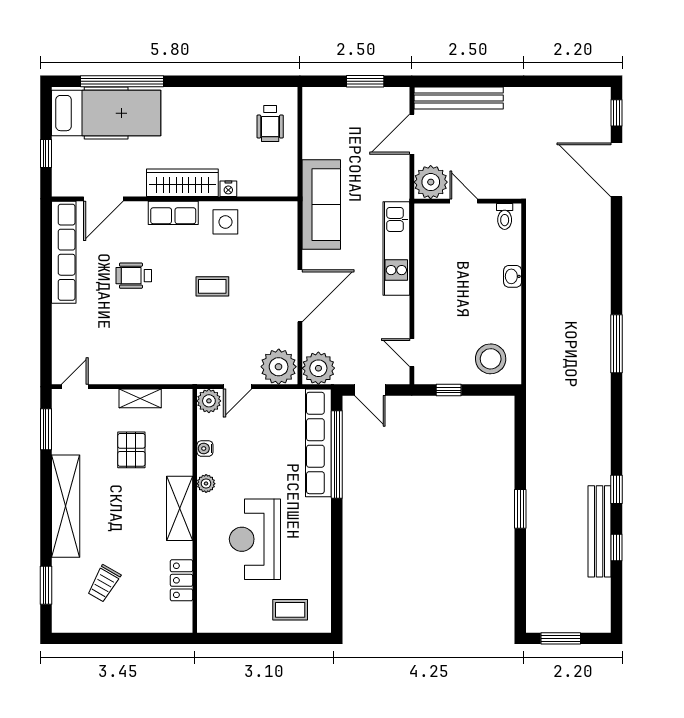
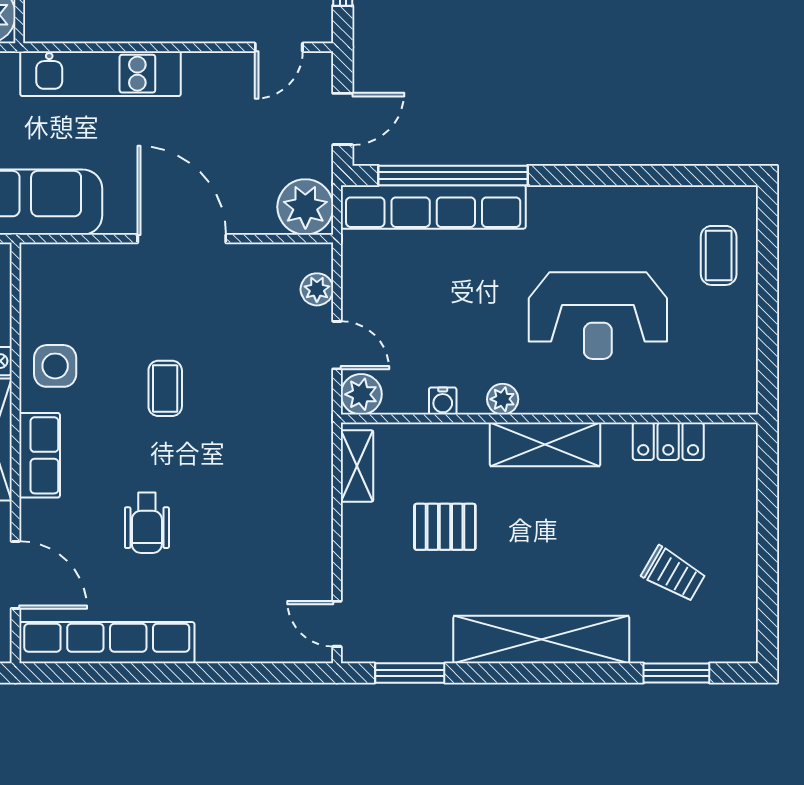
plant: (279, 367) -> (317, 289), width x0.53, depth x0.53
shelving: (140, 398) -> (357, 466), moved

